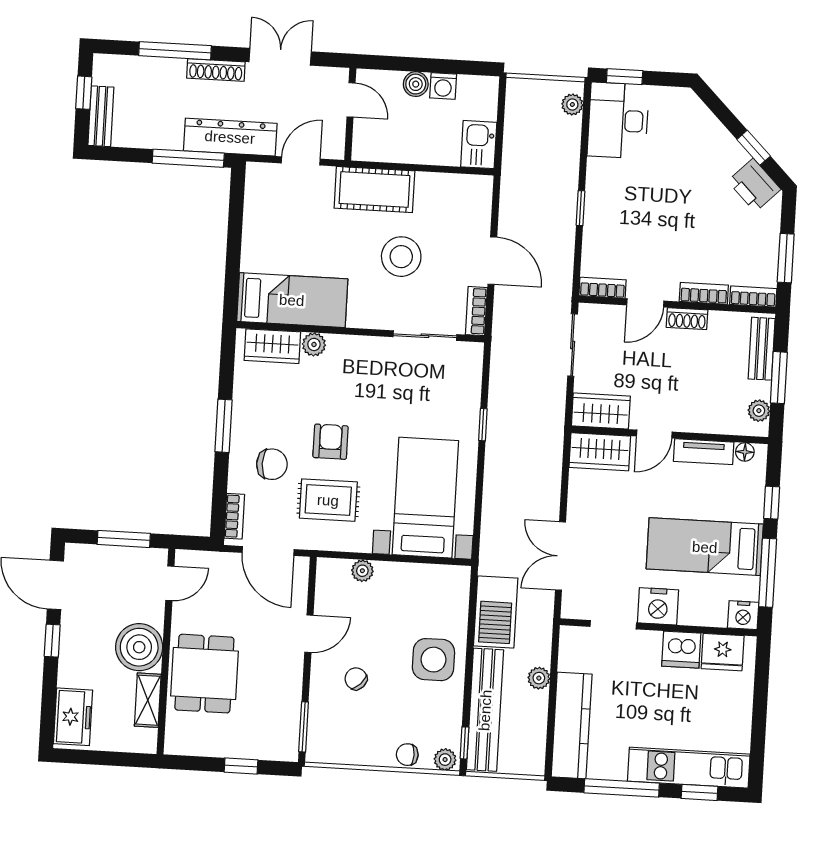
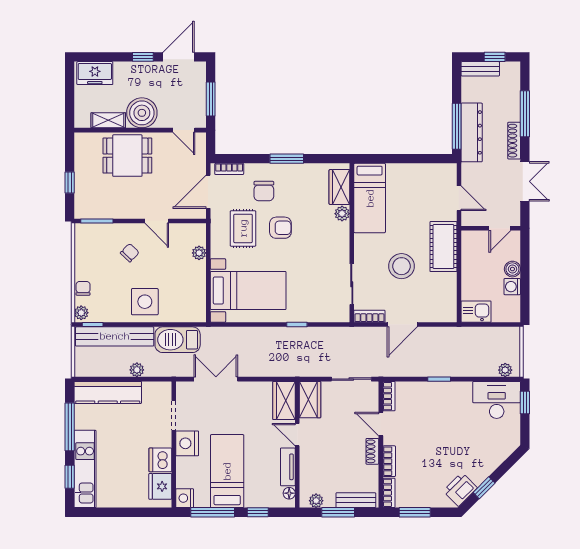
dresser: (230, 137) -> (472, 132), moved

